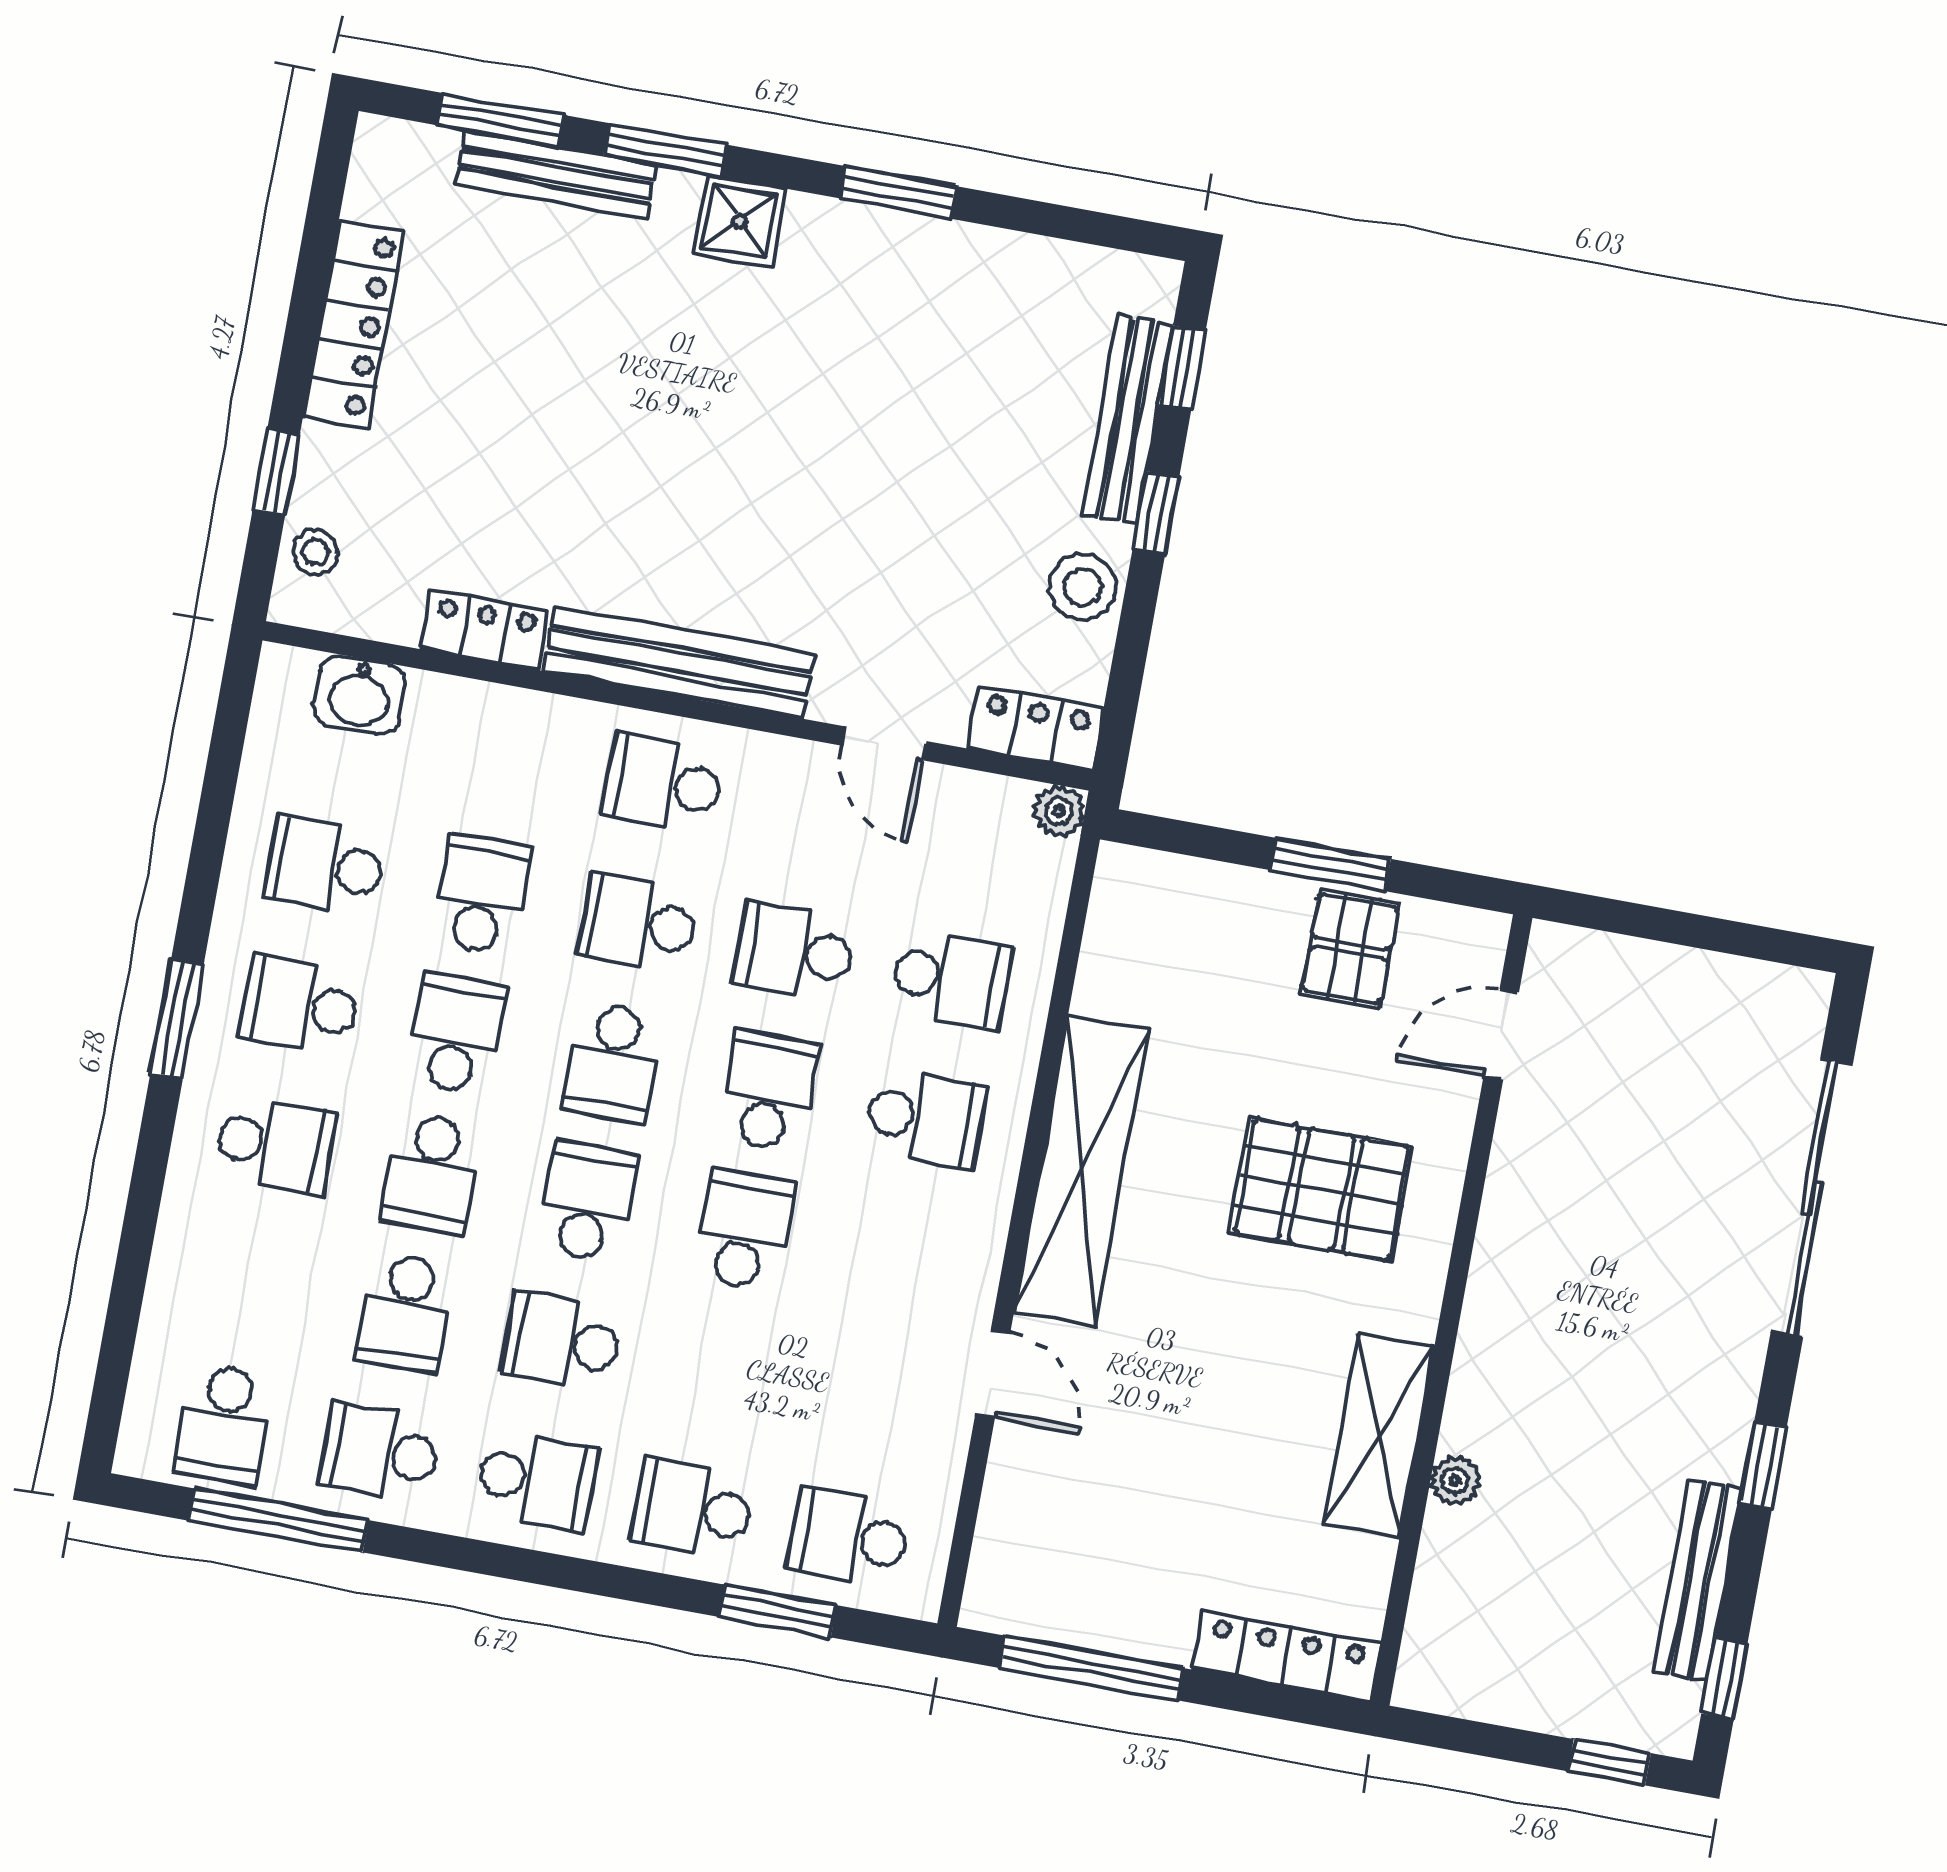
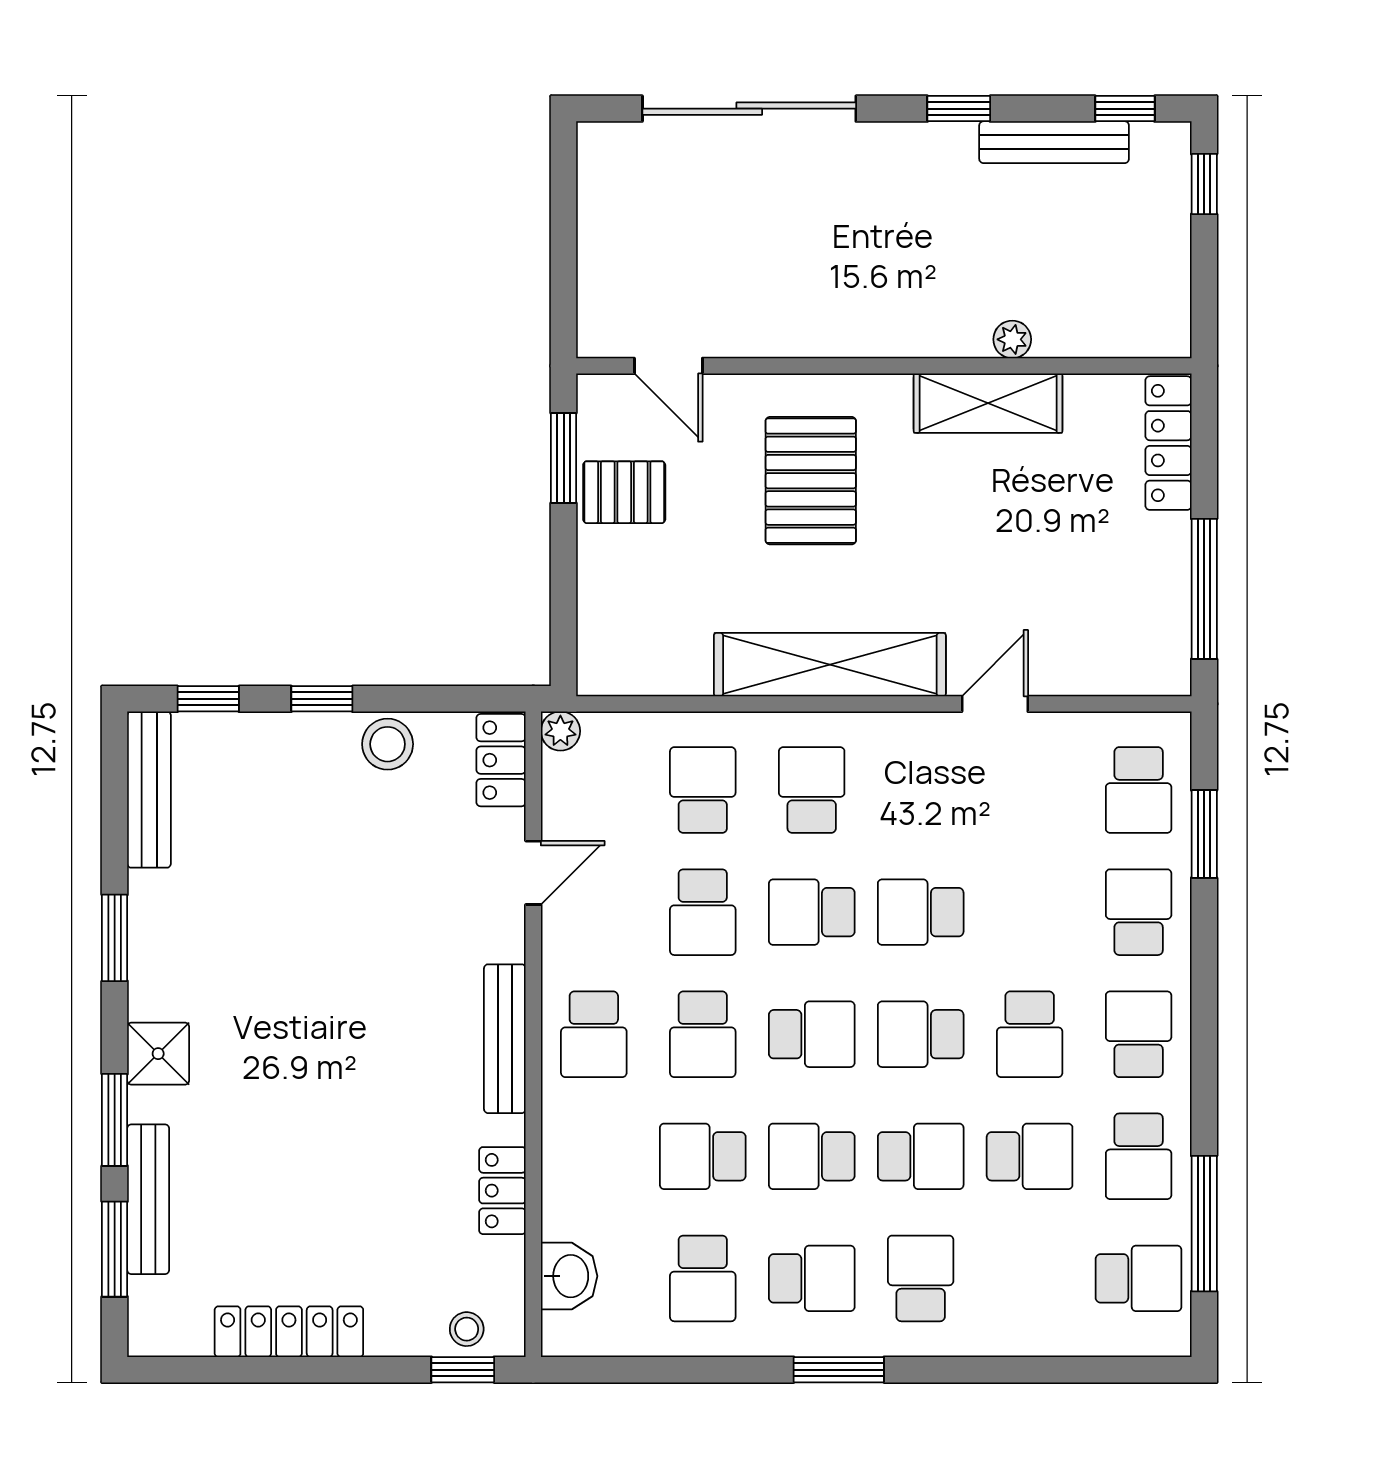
bench: (1127, 419) -> (149, 790), moved, turned 90
window: (276, 472) -> (463, 1370), moved
bench: (679, 663) -> (505, 1039), width x0.73, depth x0.82
window: (1330, 865) -> (564, 458), moved
school desk: (300, 1005) -> (812, 1278), turned -90
school desk: (693, 1509) -> (1139, 912), turned 180

